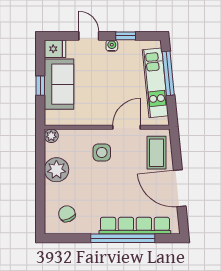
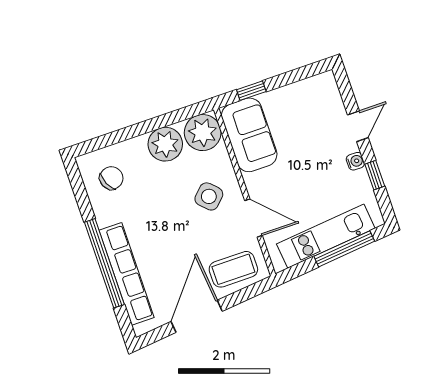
fridge: (55, 49) -> (325, 87), removed
sofa: (59, 84) -> (249, 135), moved, turned -90
window: (40, 86) -> (251, 91), moved
plant: (51, 136) -> (203, 133), width x1.87, depth x1.87
side table: (102, 152) -> (209, 196), turned 45

